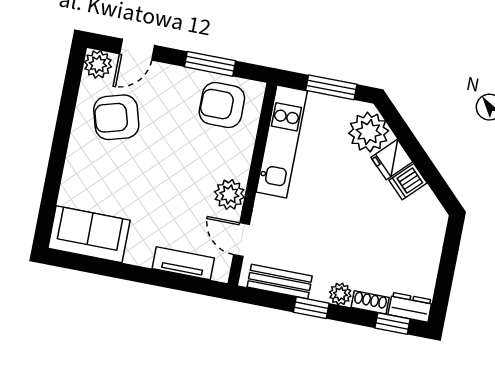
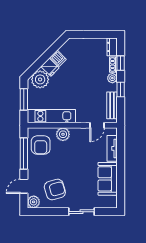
door: (137, 50) -> (24, 186), swing flipped
window: (210, 64) -> (24, 154), width x1.44
armchair: (116, 117) -> (55, 190), turned -90
sliding door: (56, 167) -> (81, 212), added
plant: (229, 194) -> (63, 134), moved
sofa: (89, 234) -> (108, 179), moved
window: (392, 324) -> (121, 63), moved

